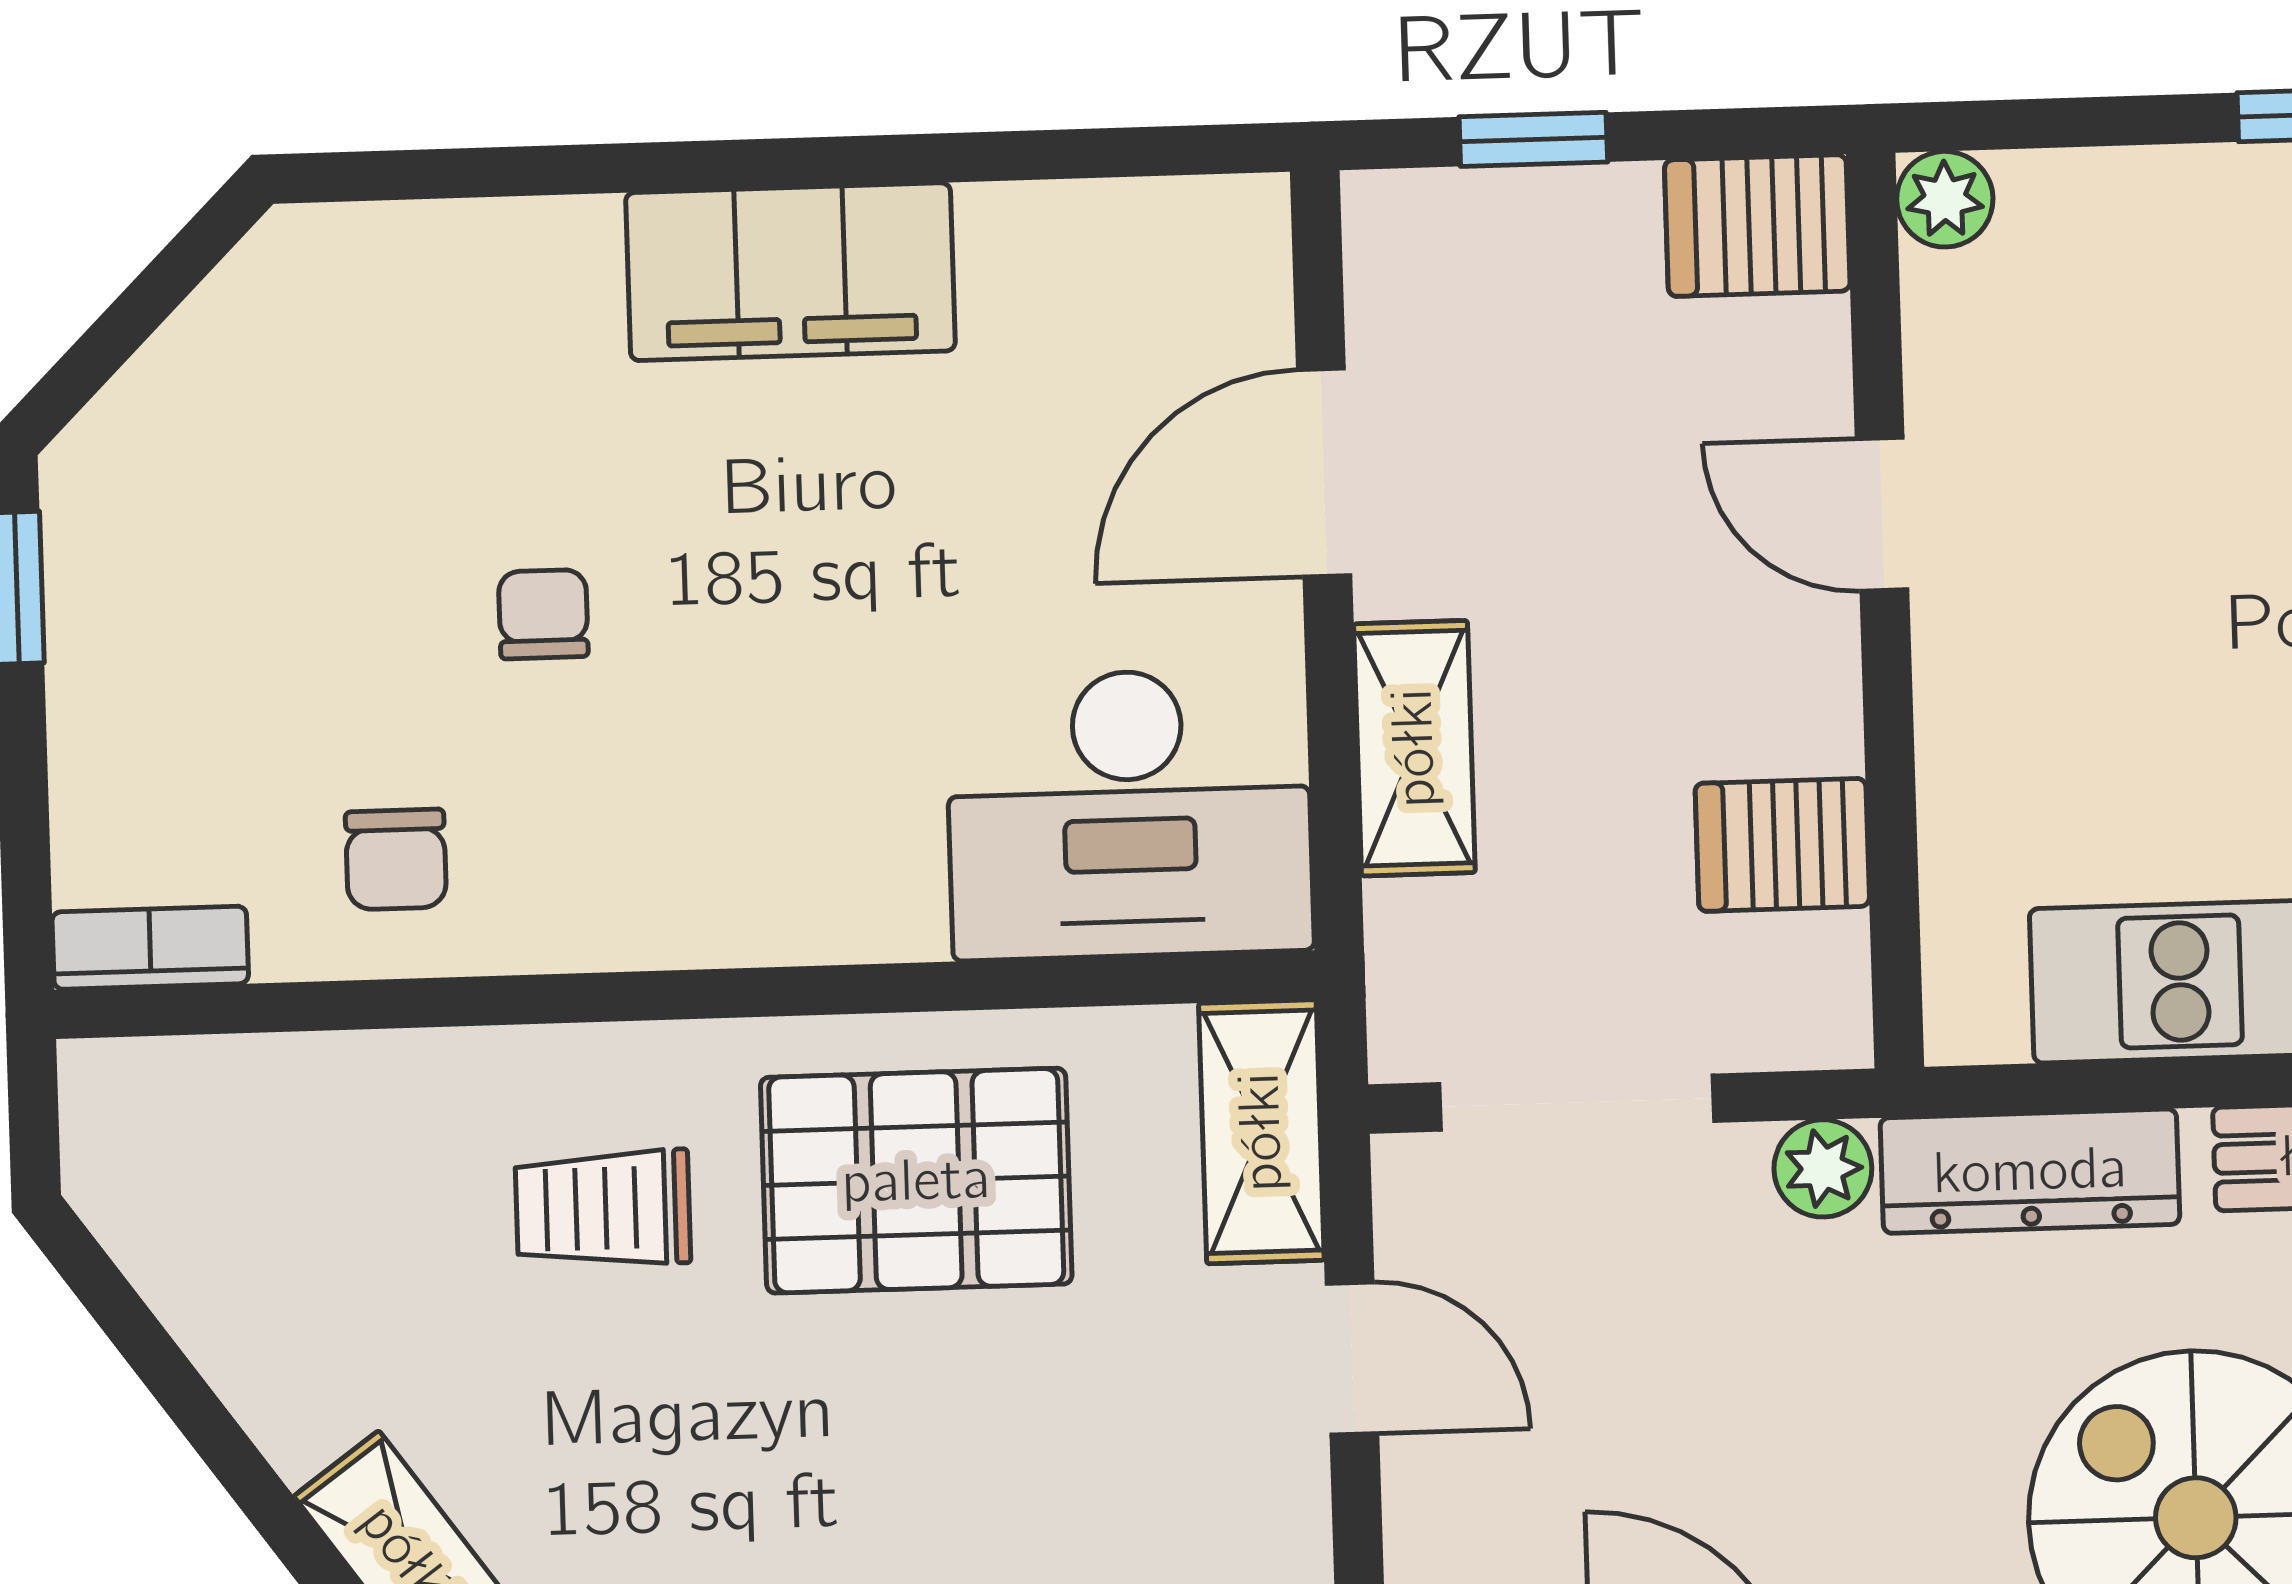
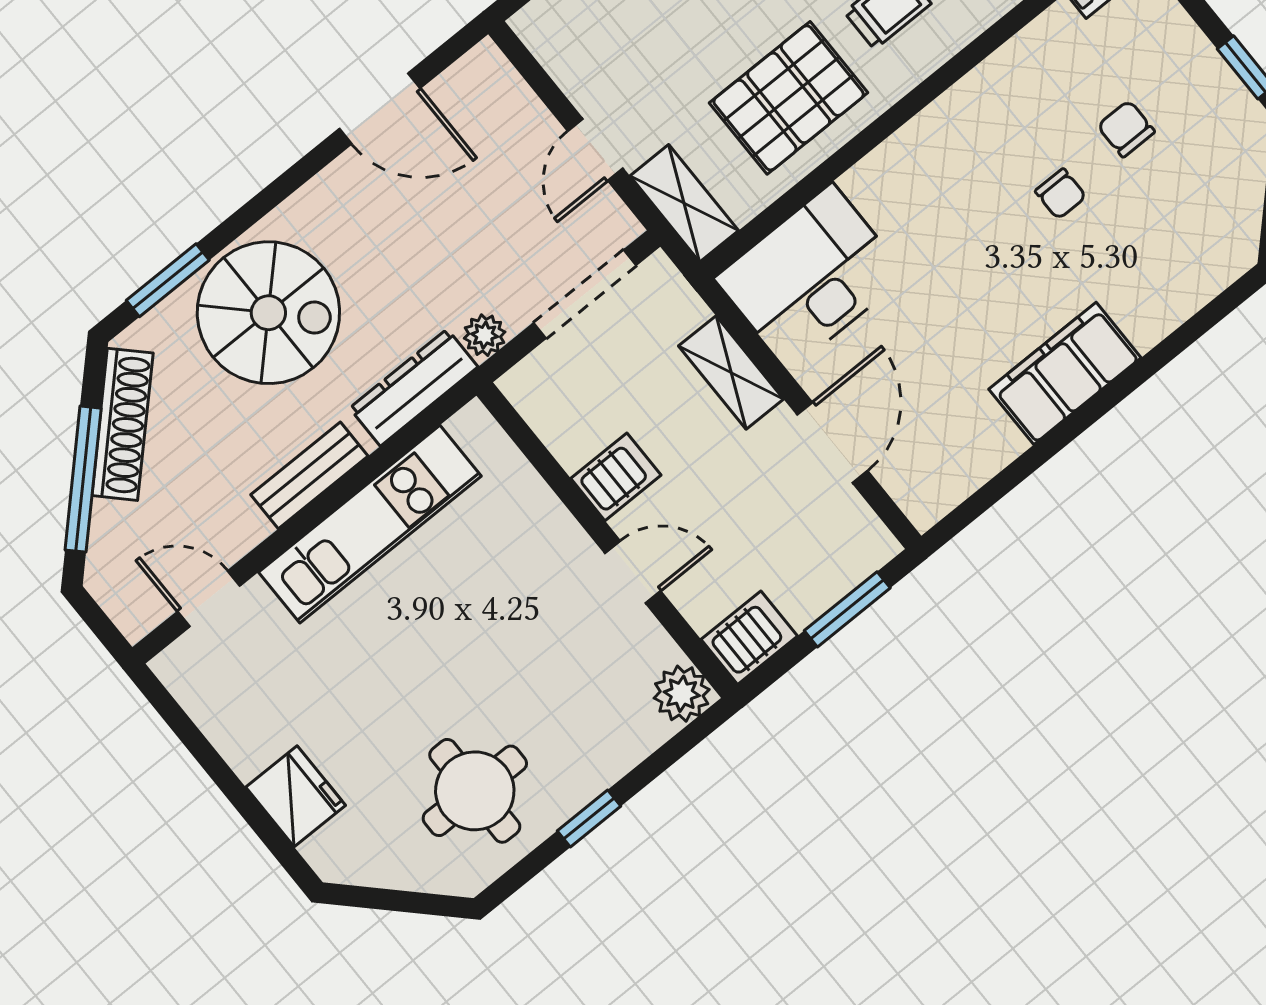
window: (1533, 139) -> (847, 609), width x1.50
plant: (1945, 199) -> (682, 694), width x1.38, depth x1.38
server rack: (1782, 845) -> (616, 477), moved
chair: (396, 859) -> (1126, 129), moved
door: (1352, 1358) -> (595, 150), hinge flipped

